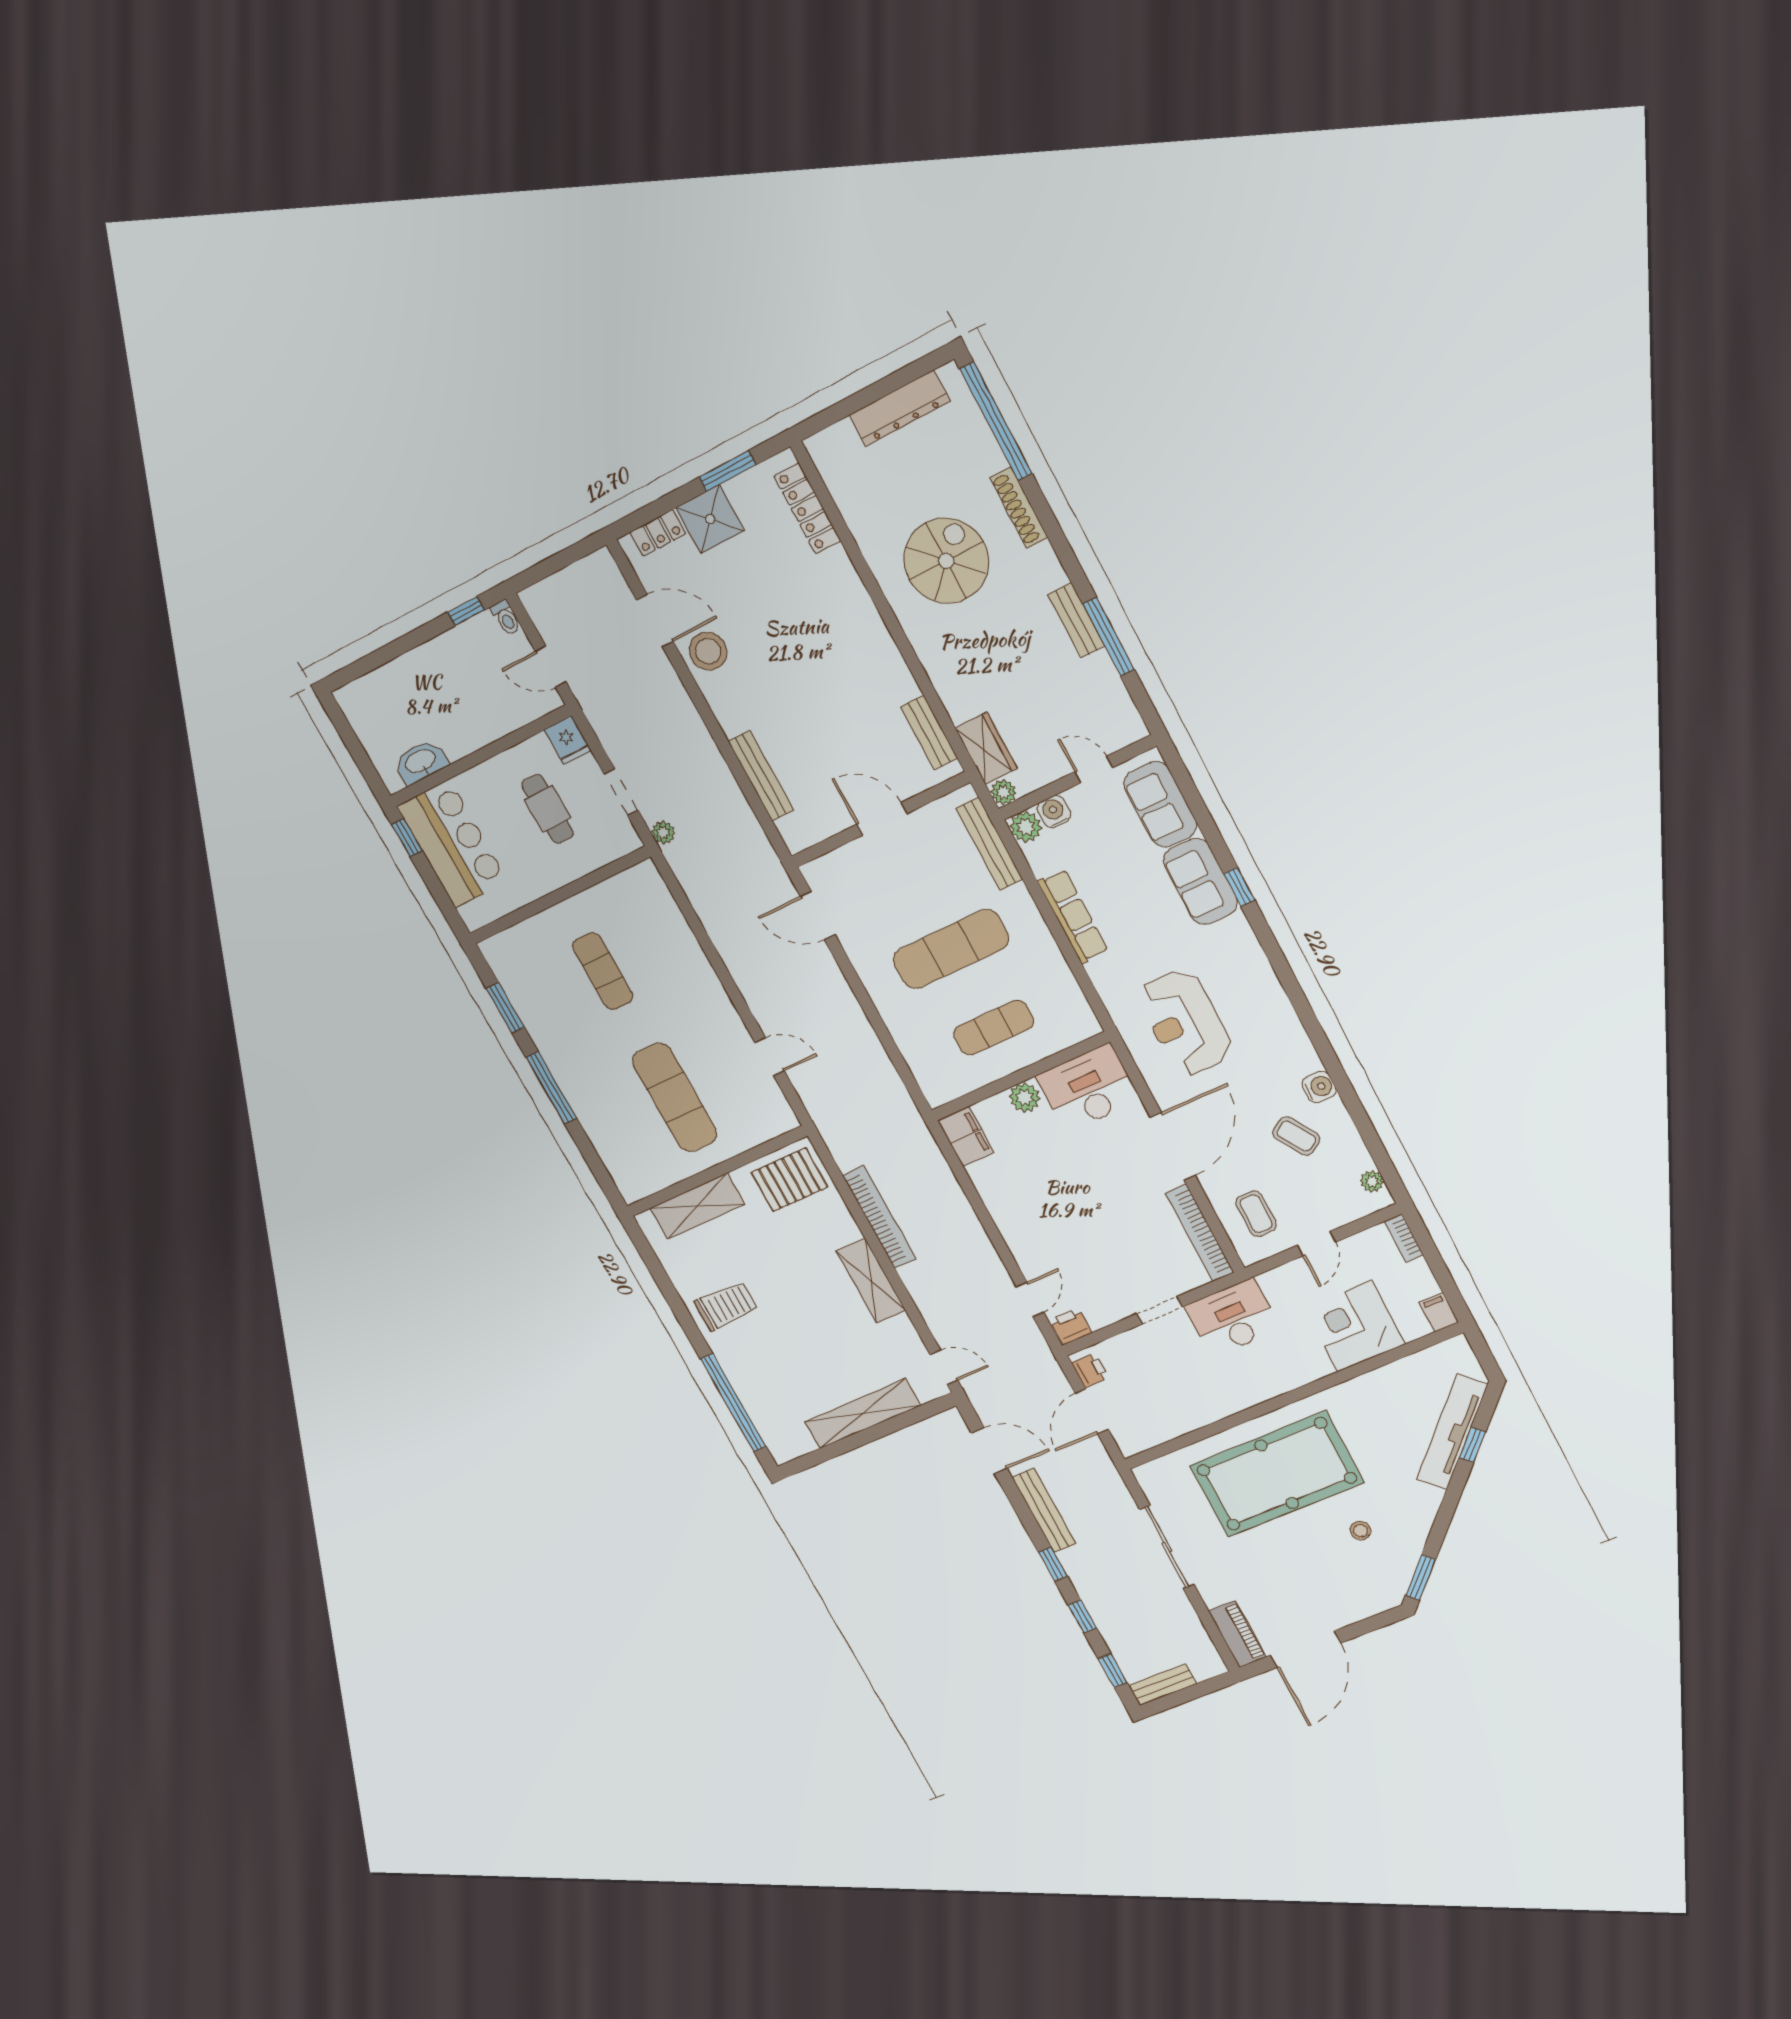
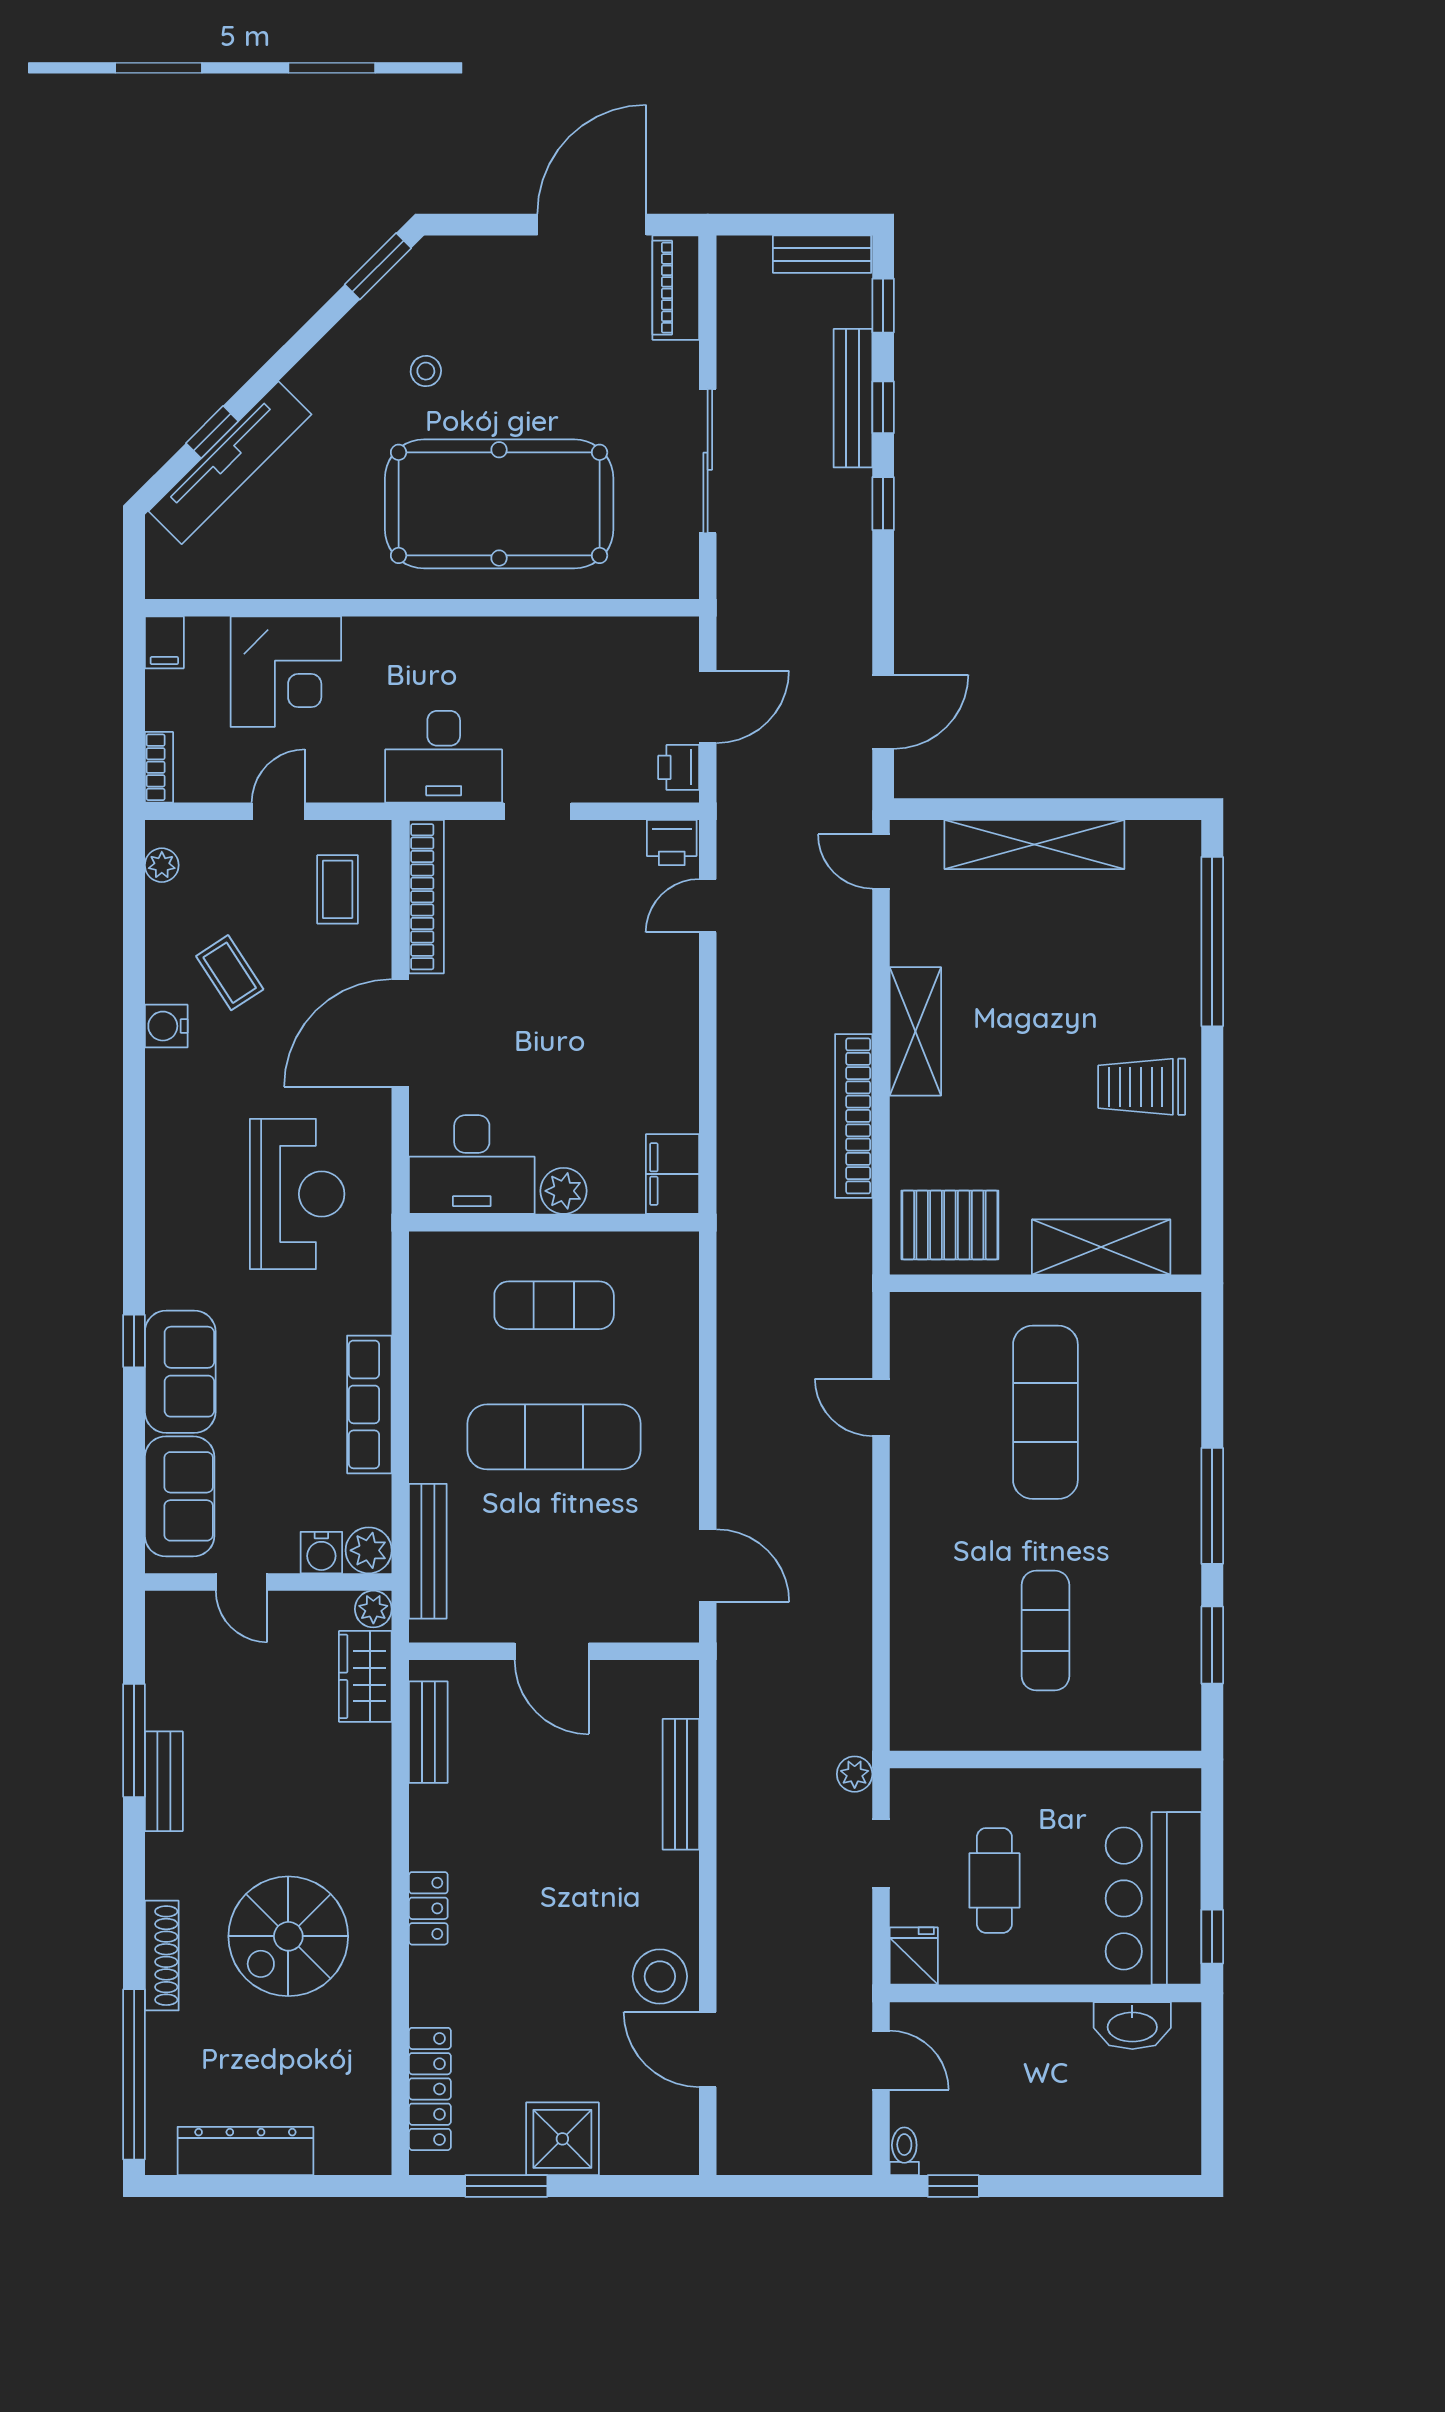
locker: (658, 533) -> (428, 1908), moved, turned 90
door: (989, 1451) -> (883, 712), swing flipped
bench: (1044, 1510) -> (853, 398), moved

